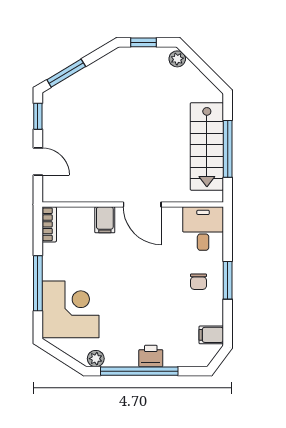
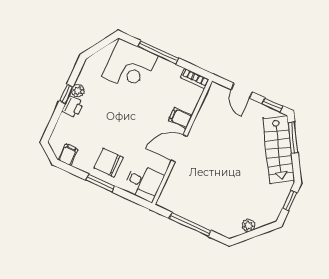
plant: (177, 59) -> (248, 226), moved
stairs: (207, 146) -> (279, 150), moved, turned -121
door: (38, 161) -> (242, 91), hinge flipped
chair: (199, 282) -> (109, 163), width x1.87, depth x1.87
plant: (96, 359) -> (78, 91), moved
window: (139, 371) -> (66, 94), width x0.32

